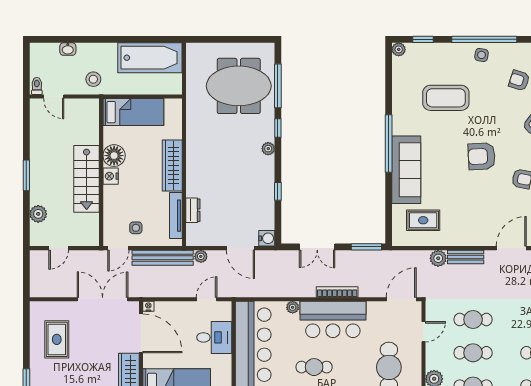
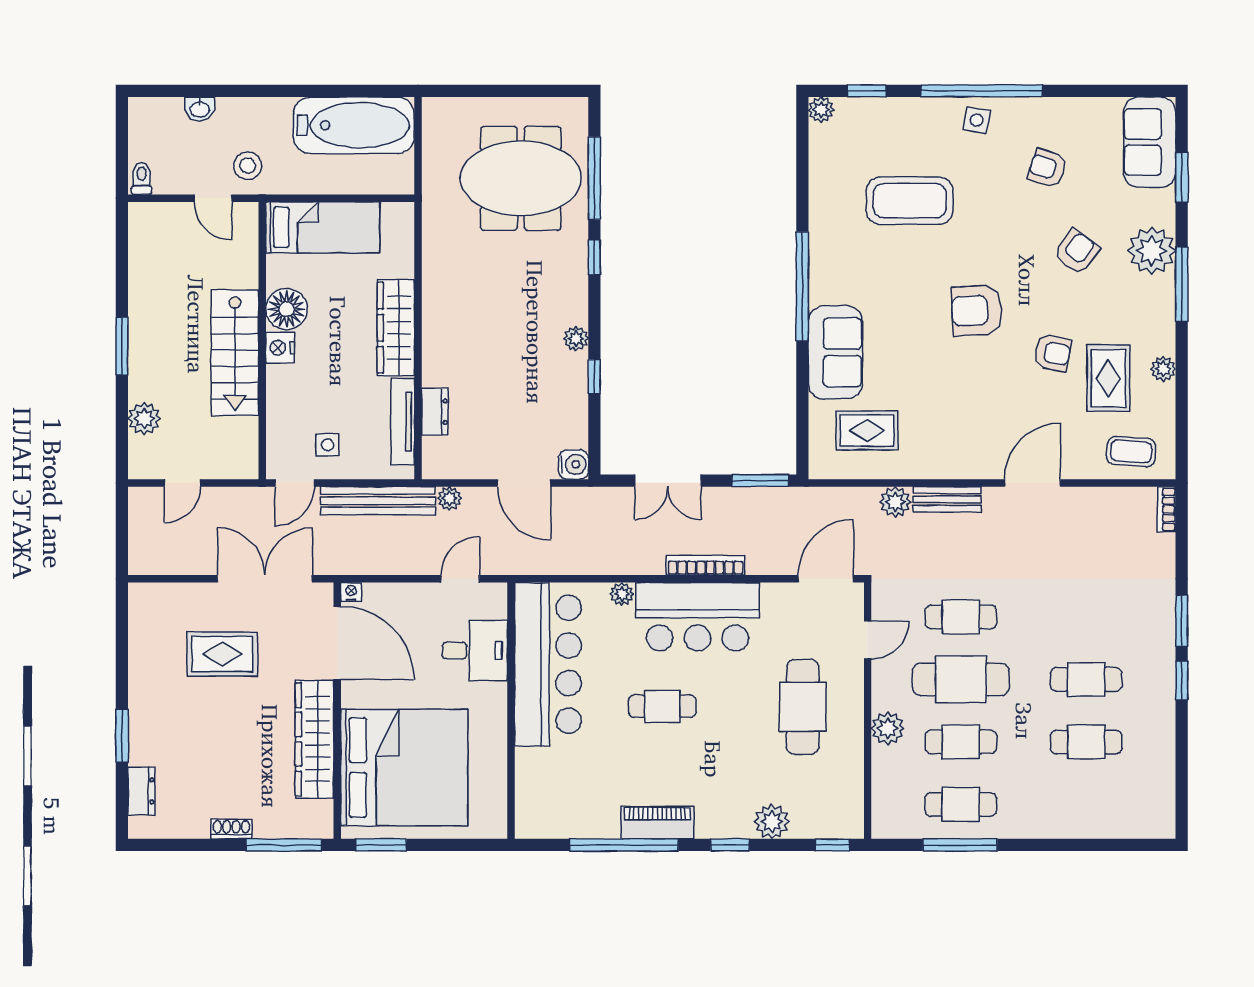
door: (54, 97) -> (213, 198), moved
plant: (268, 149) -> (576, 339), moved
sofa: (406, 170) -> (835, 352), width x0.73
rug: (57, 339) -> (222, 654), moved, turned 90
cafe table: (473, 353) -> (961, 679), width x1.37, depth x1.35

